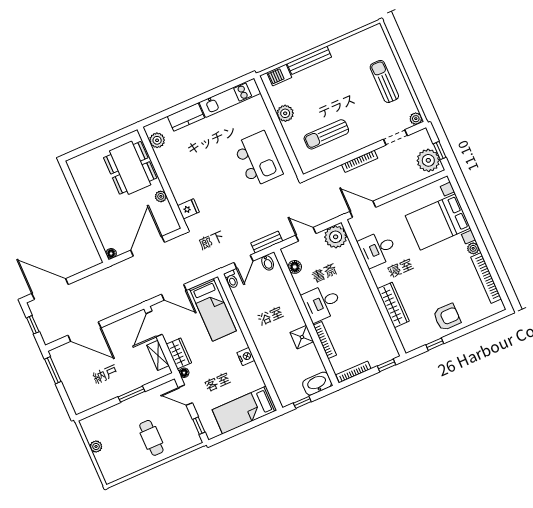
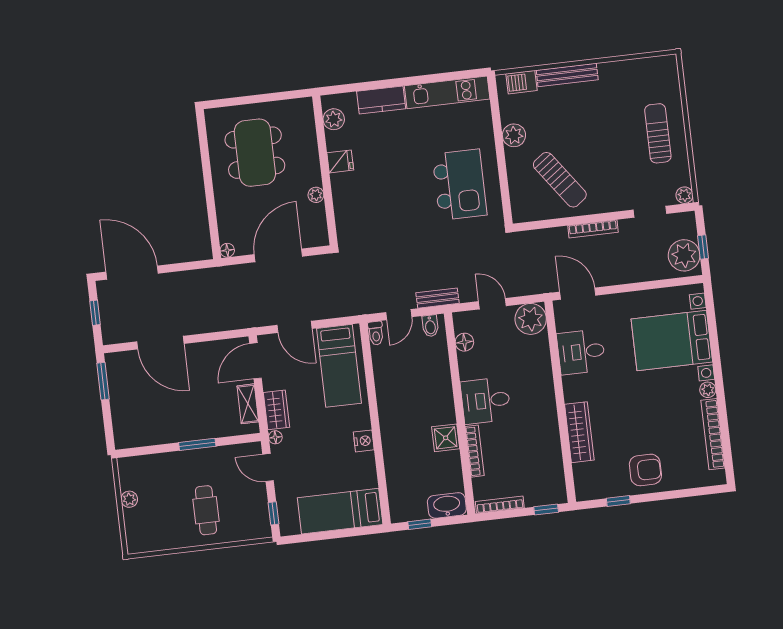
sun lounger: (326, 134) -> (560, 180), turned -126
dining table: (130, 168) -> (255, 153), moved
fridge: (188, 209) -> (340, 161), moved

